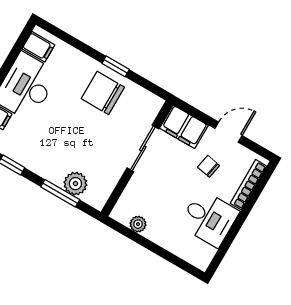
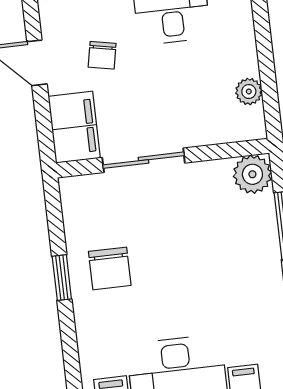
chair: (103, 93) -> (110, 268), width x0.73, depth x0.73
plant: (75, 184) -> (252, 174), moved

